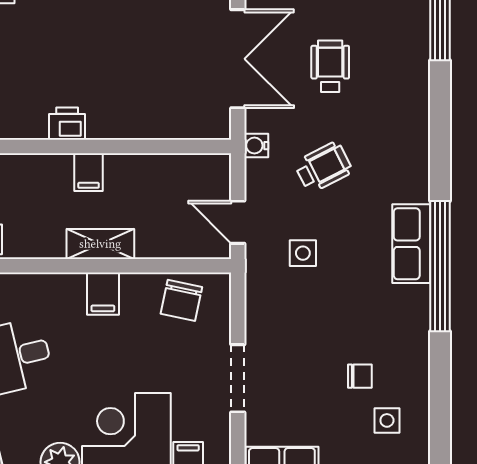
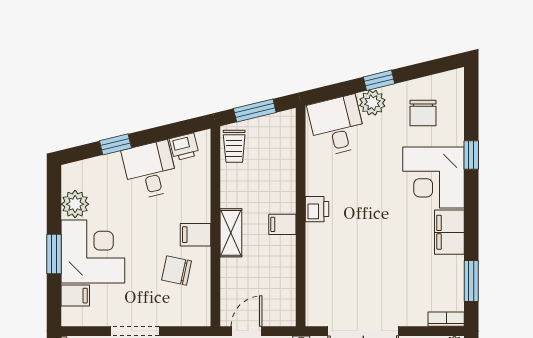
chair: (181, 300) -> (177, 270), moved

